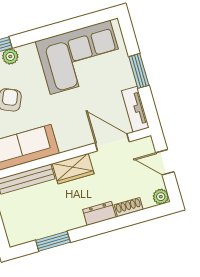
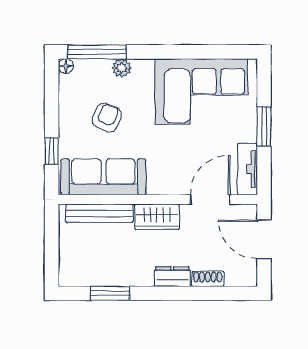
door: (112, 142) -> (210, 199), hinge flipped
door: (165, 162) -> (264, 239), width x1.38
plant: (161, 197) -> (248, 277), removed

